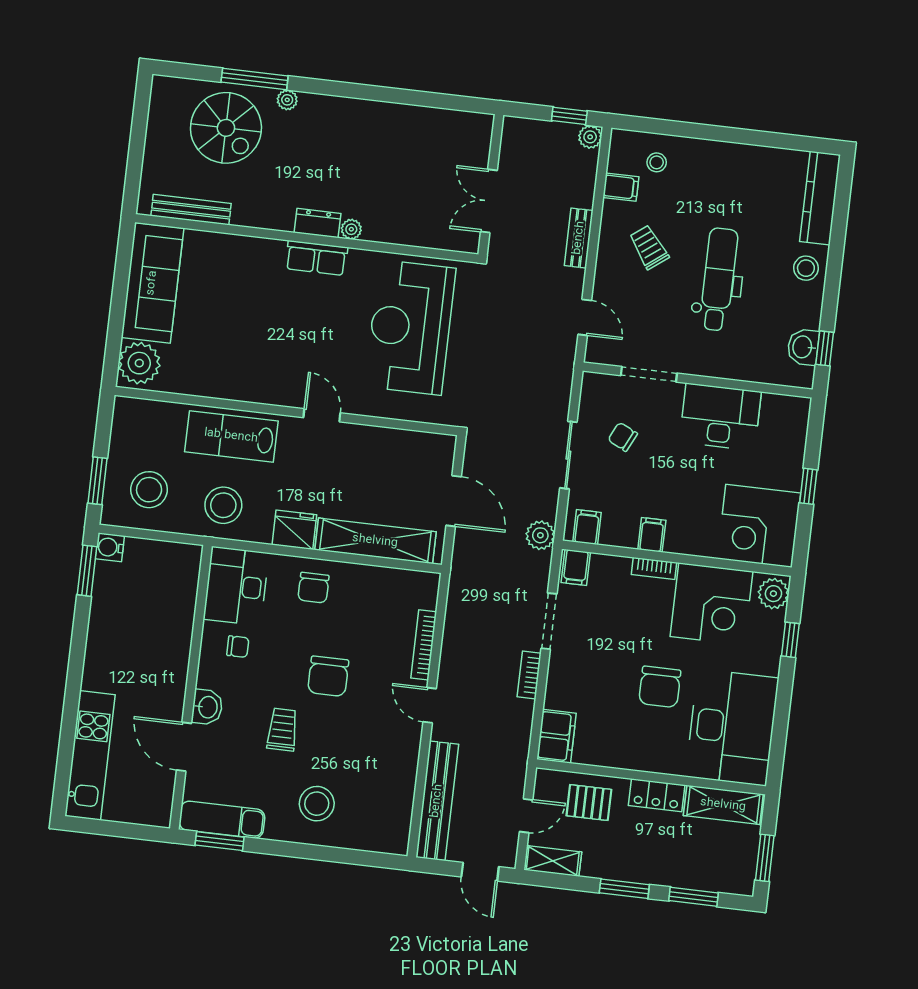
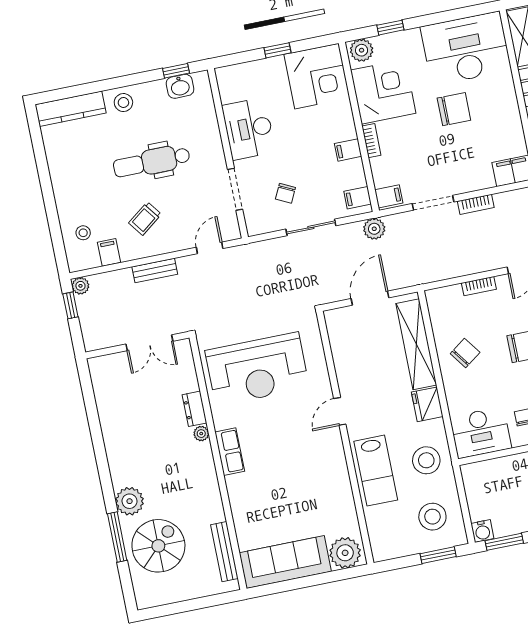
plant: (287, 100) -> (130, 501), width x1.88, depth x1.88
dresser: (317, 223) -> (195, 409), moved
chair: (313, 588) -> (465, 353), moved, turned -36
bookcase: (424, 645) -> (479, 286), width x0.64

